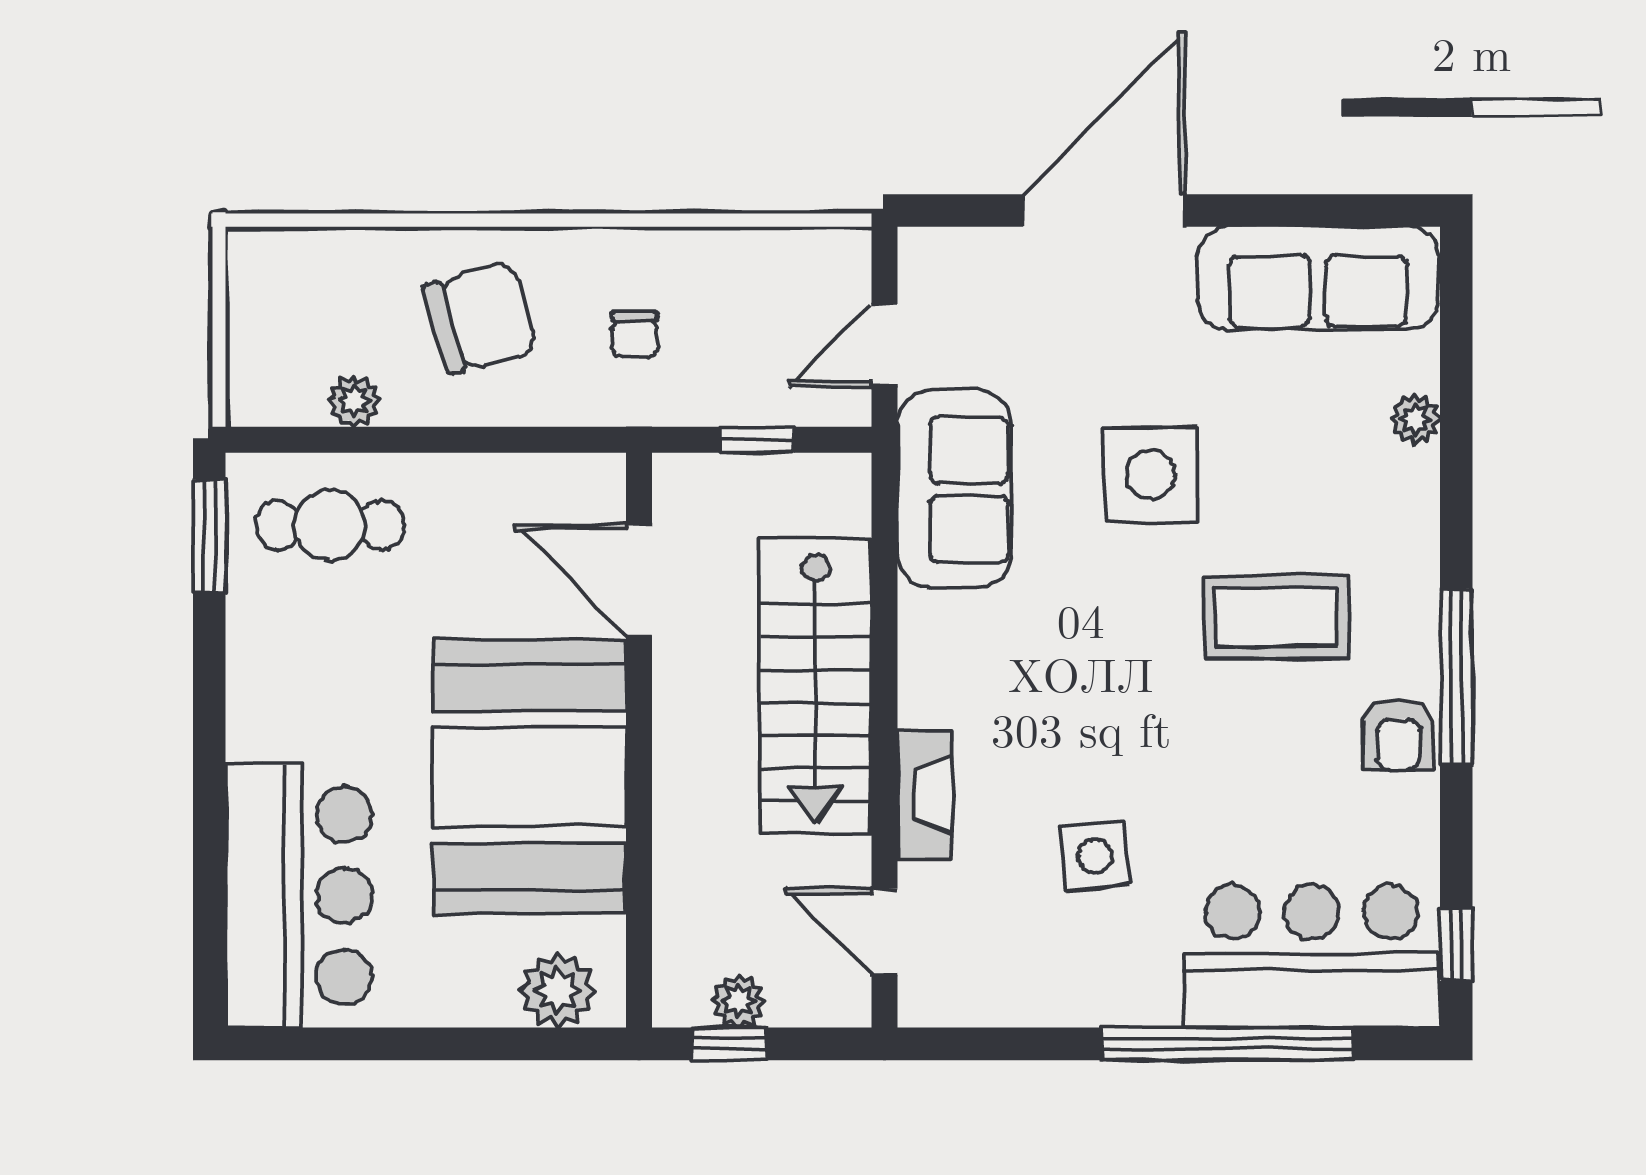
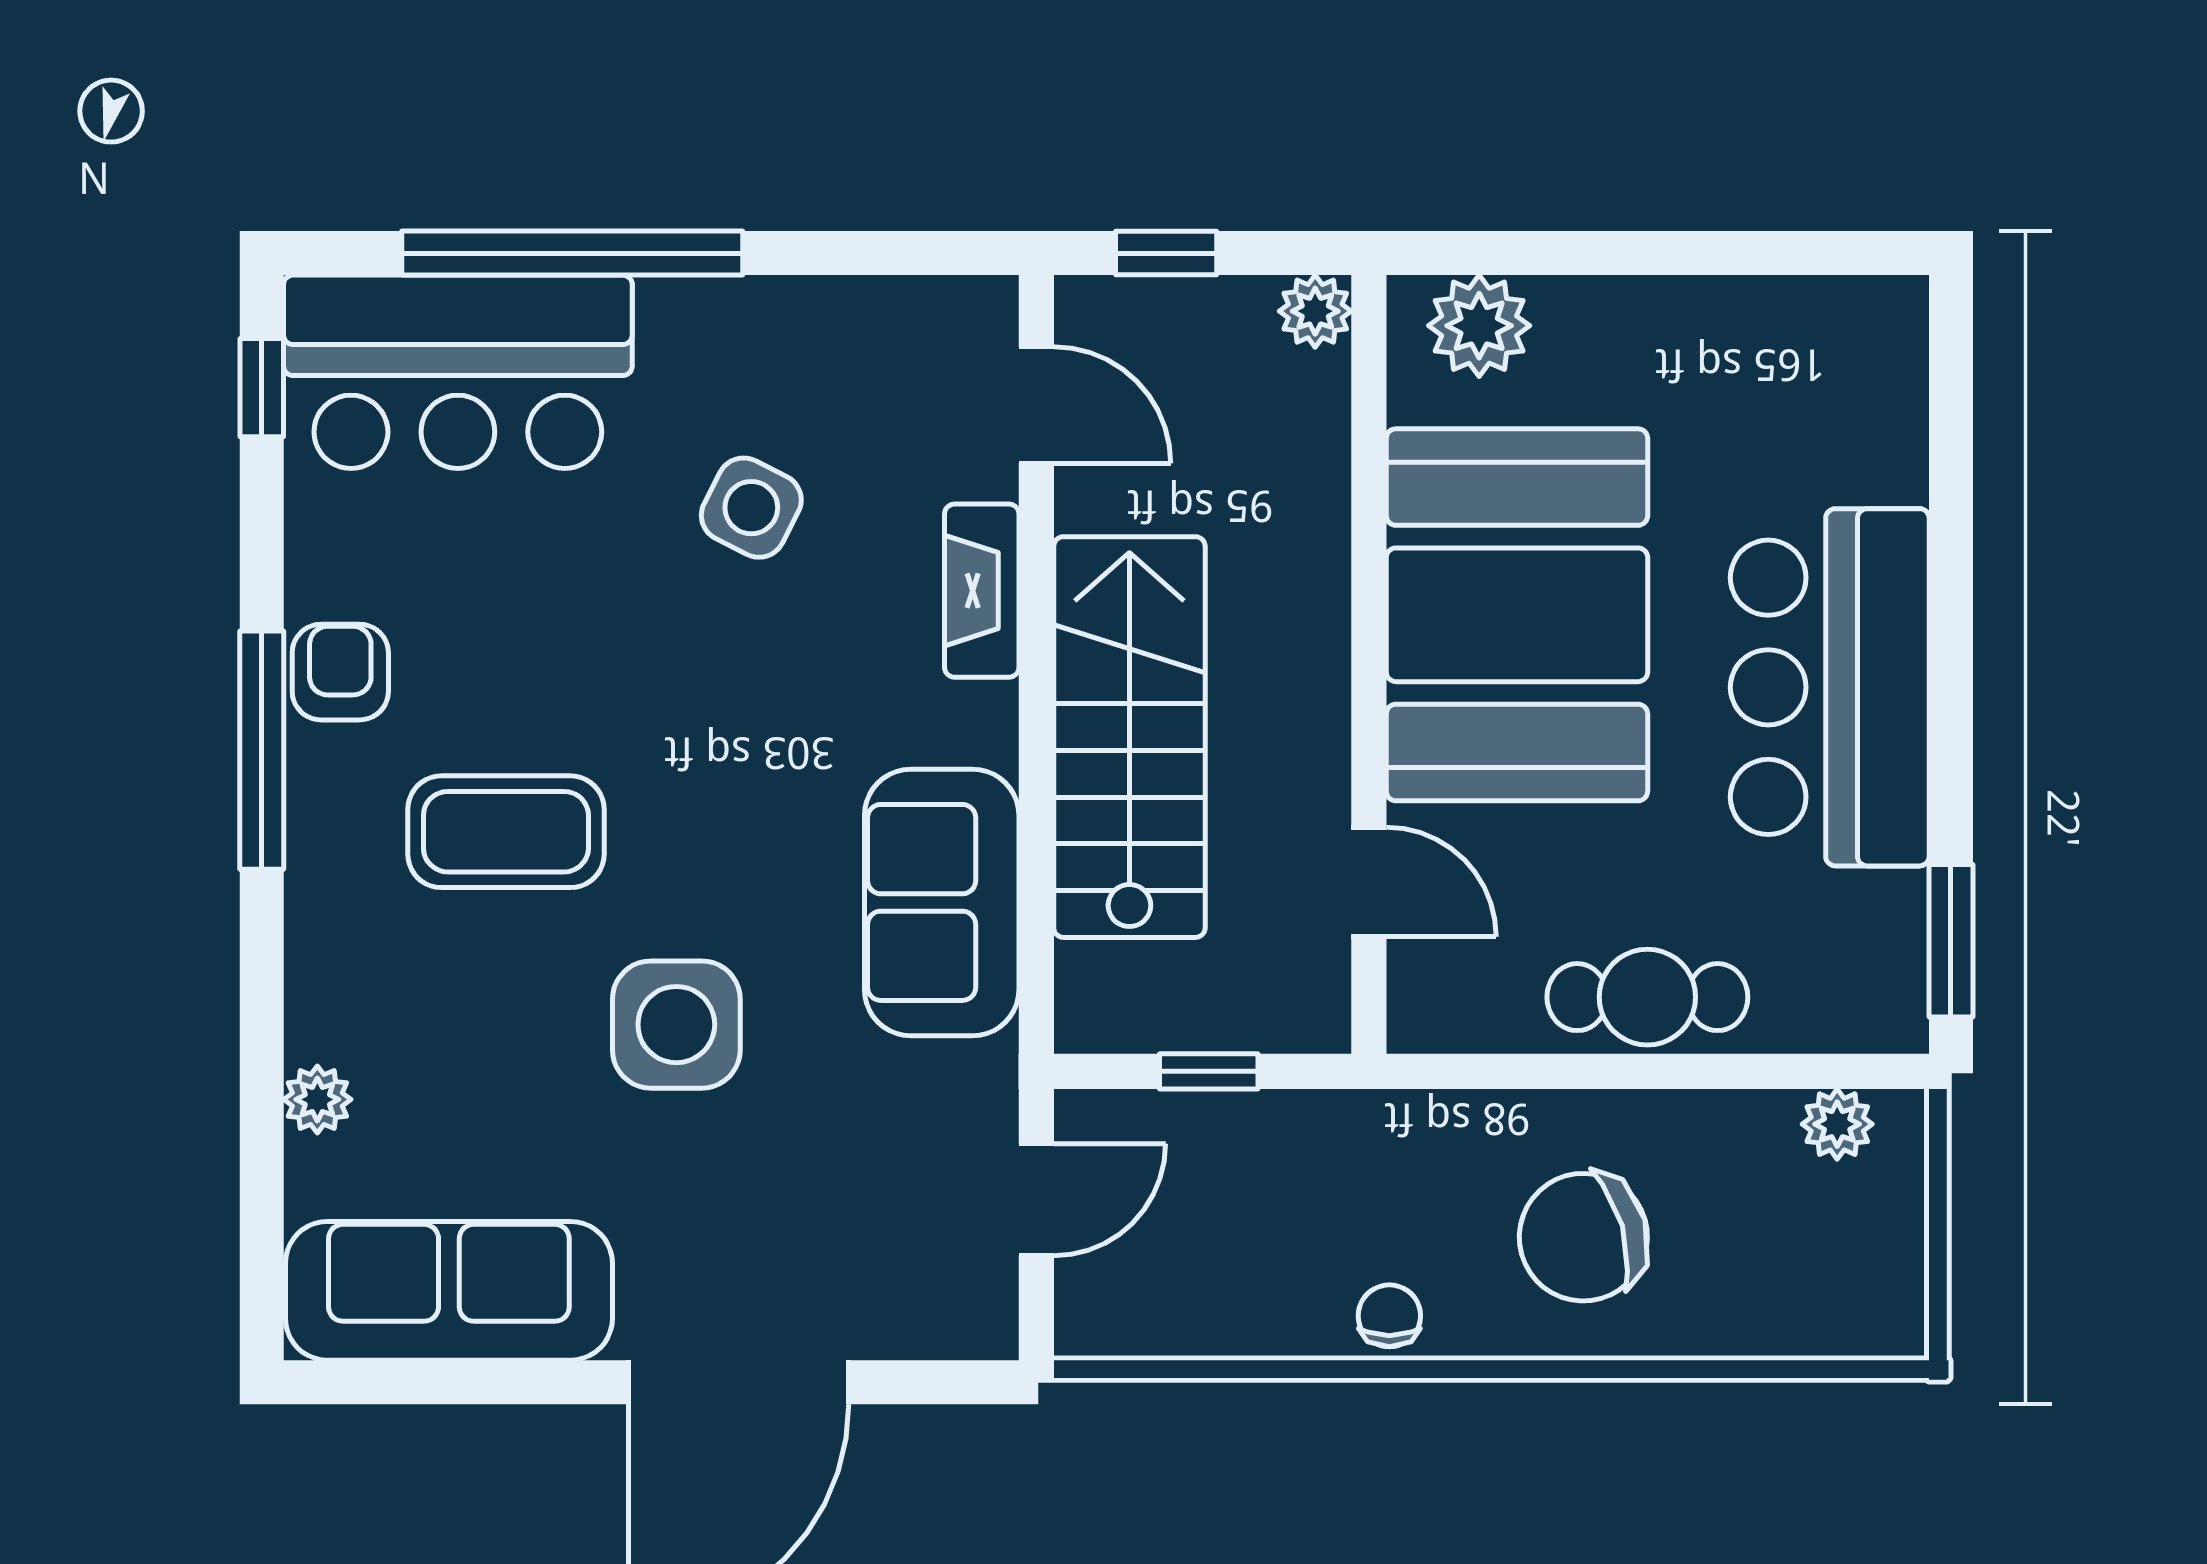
chair: (635, 334) -> (1389, 1316), moved
plant: (354, 401) -> (1837, 1124), moved
sofa: (954, 489) -> (942, 902), moved
cafe table: (330, 525) -> (1647, 997), moved
door: (639, 580) -> (1369, 882), width x0.73
side table: (1095, 856) -> (751, 508), turned 32
bar counter: (299, 896) -> (1830, 687), moved
plant: (738, 1001) -> (1315, 311), moved
window: (729, 1044) -> (1166, 253), moved

